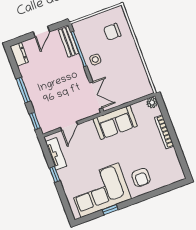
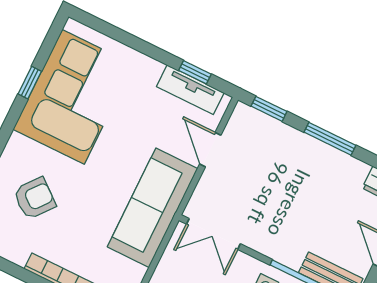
sofa: (115, 122) -> (153, 208), width x1.36
window: (55, 174) -> (195, 72), moved
armchair: (141, 177) -> (35, 198), moved, turned 129

